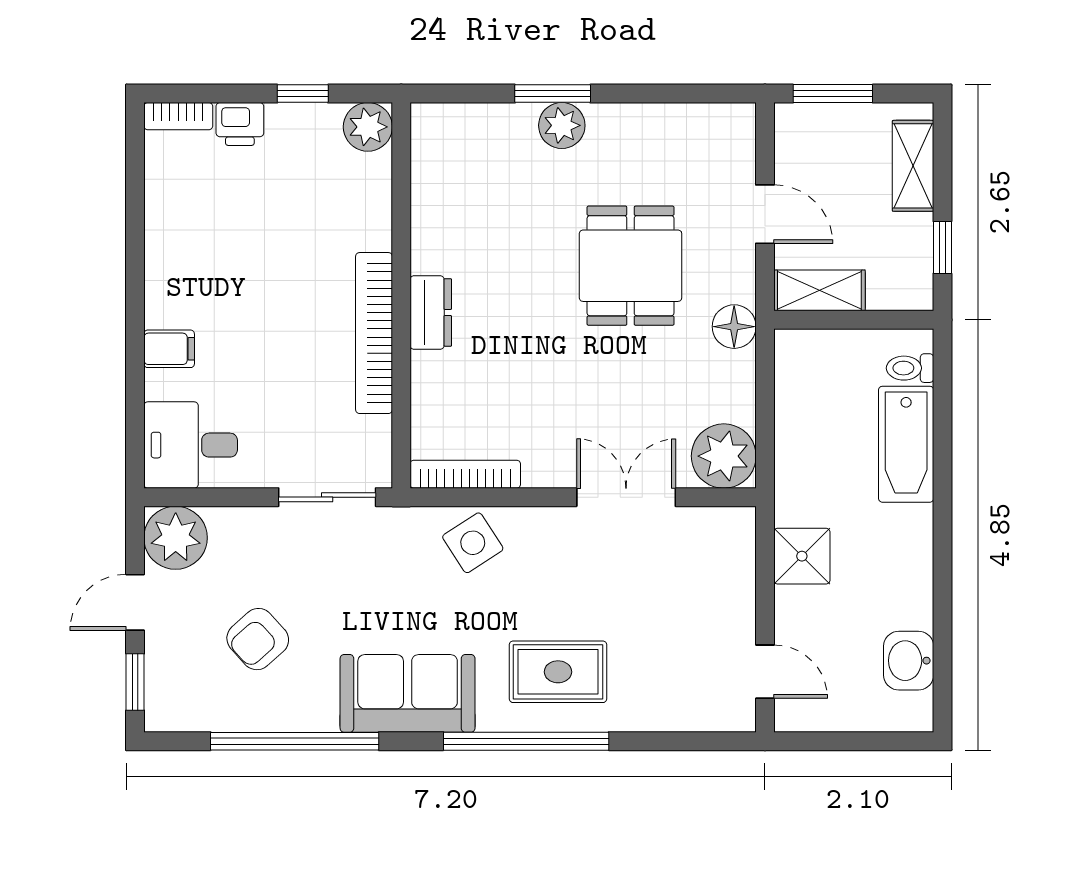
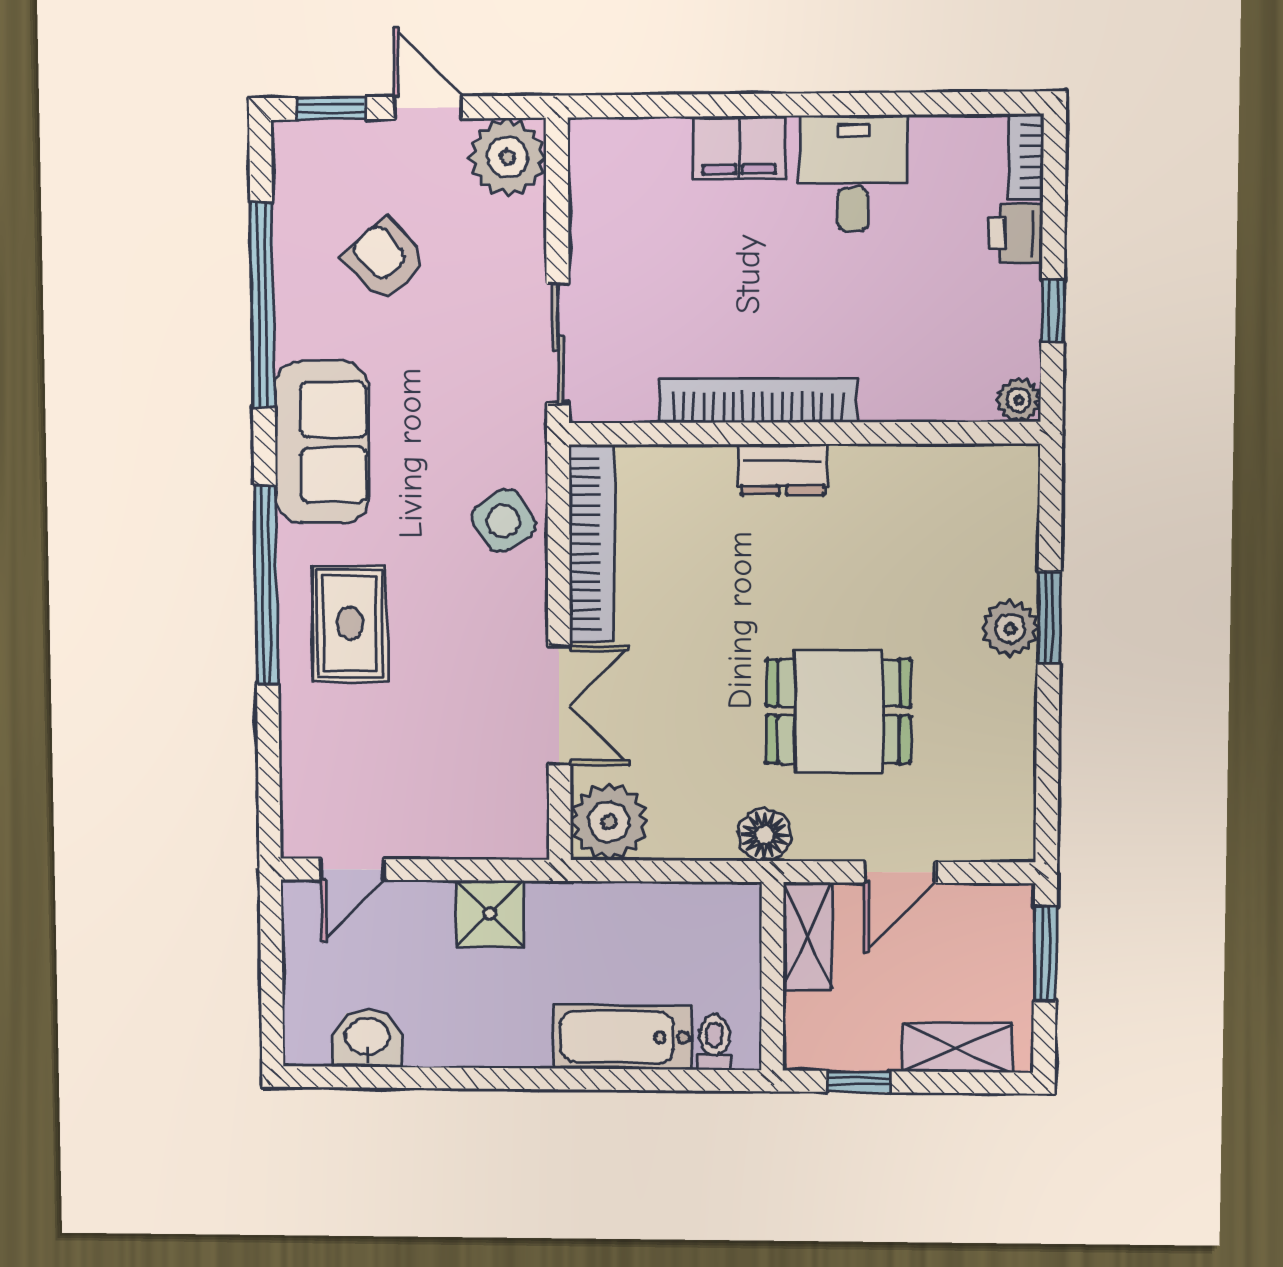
plant: (368, 127) -> (1019, 400), width x0.73, depth x0.73
filing cabinet: (169, 349) -> (739, 147), width x2.00
desk: (191, 445) -> (853, 173), moved
bookcase: (465, 474) -> (592, 544), width x1.48, depth x1.31

